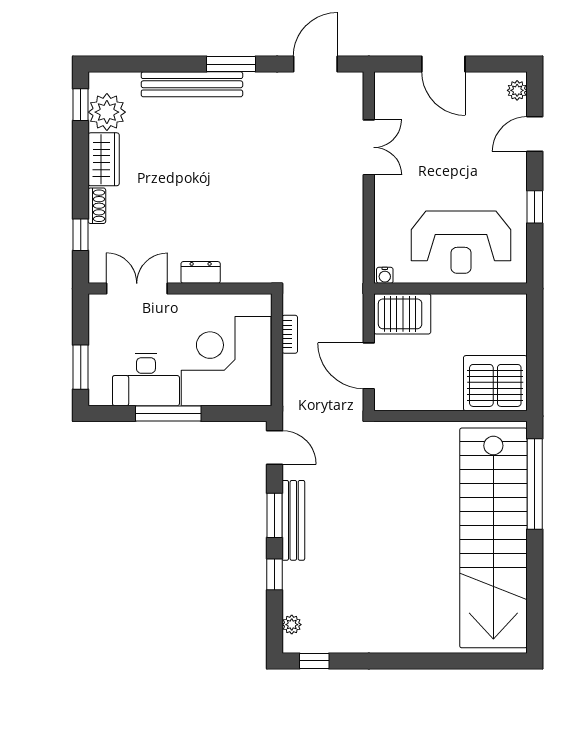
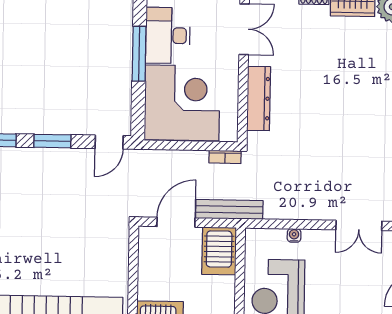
dresser: (201, 272) -> (259, 99), width x1.96, depth x1.24
water cooler: (385, 275) -> (294, 235), moved, turned 90
bookcase: (290, 334) -> (225, 157), moved
bench: (293, 520) -> (229, 209), moved

